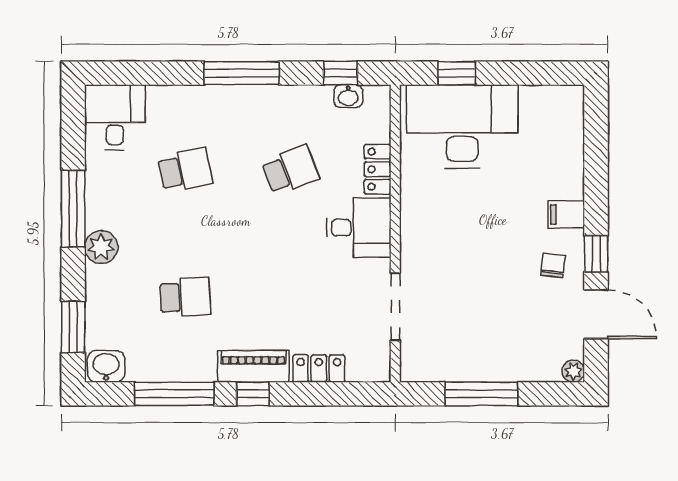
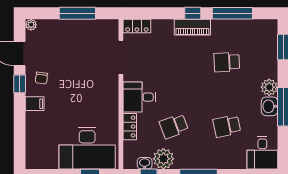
plant: (311, 105) -> (163, 159), added
washbasin: (106, 366) -> (270, 106), moved, turned 90
locker: (319, 368) -> (137, 26), moved

